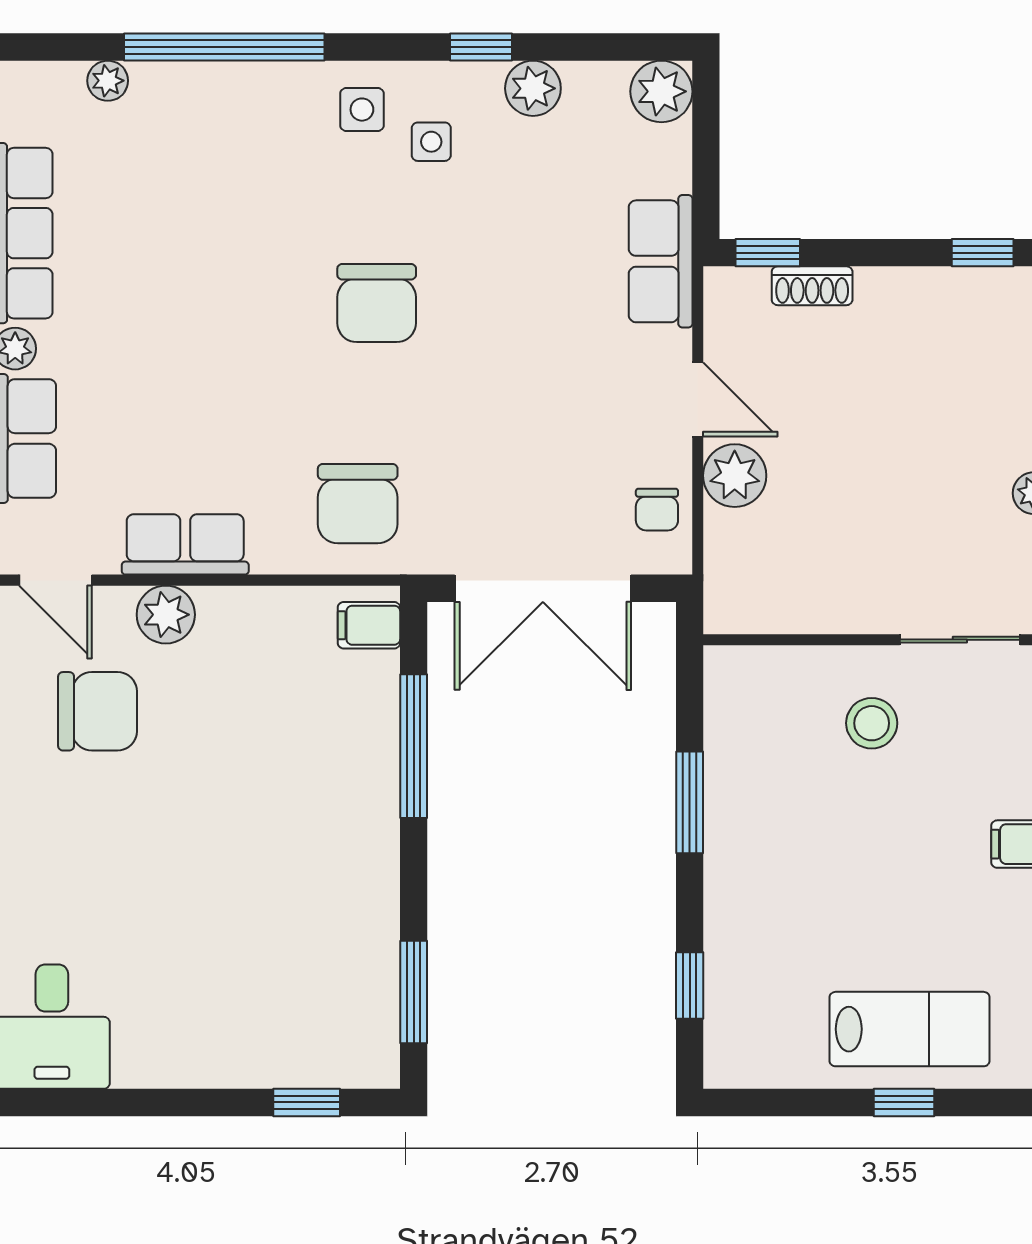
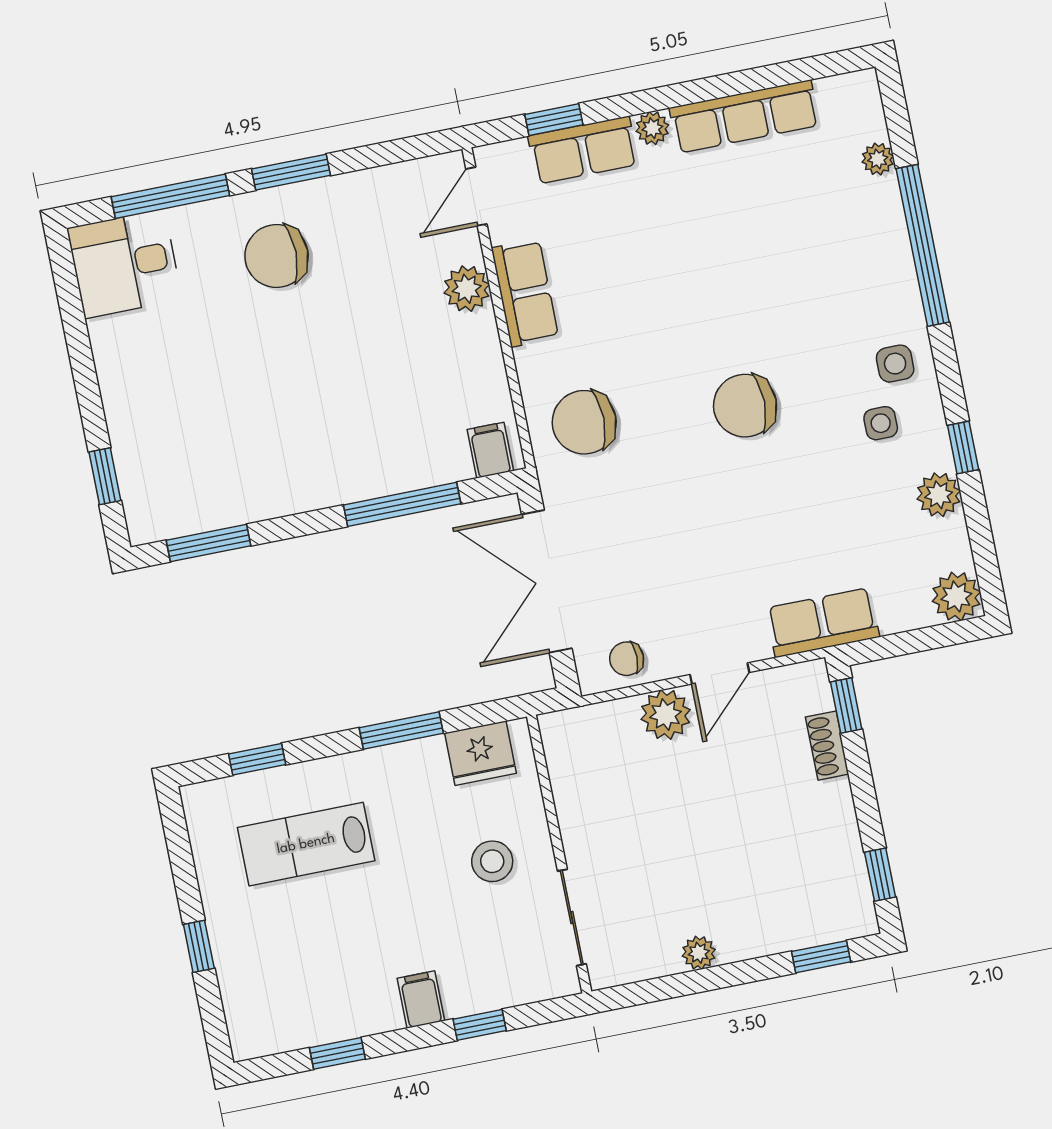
chair: (98, 711) -> (277, 256), moved, turned 90
fridge: (737, 711) -> (480, 753), added
lab bench: (910, 1029) -> (306, 844), moved, turned 90

